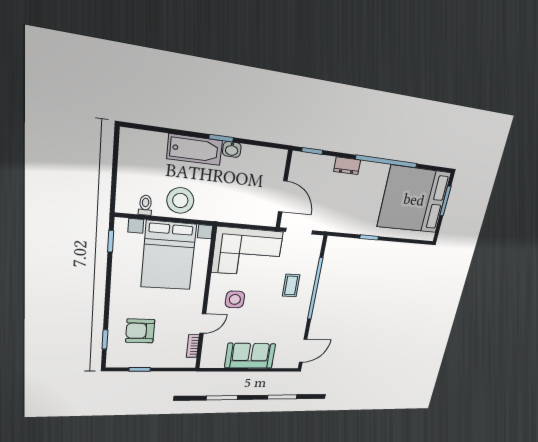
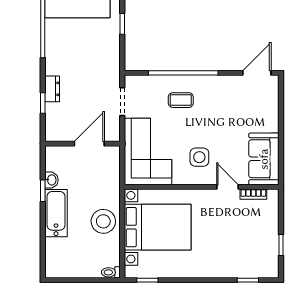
dresser: (347, 166) -> (52, 89), moved
wall: (284, 190) -> (82, 144), moved
door: (283, 196) -> (89, 144), moved
toilet: (145, 205) -> (111, 272), moved
armchair: (140, 331) -> (238, 248), removed
door: (303, 351) -> (257, 73), hinge flipped
sofa: (250, 356) -> (264, 159), moved

